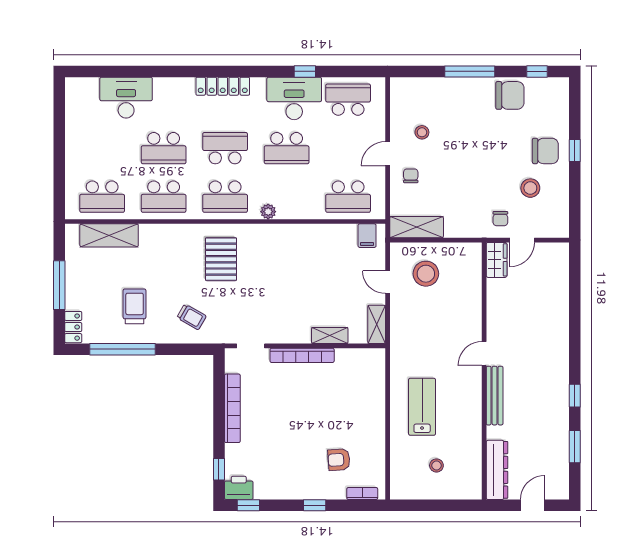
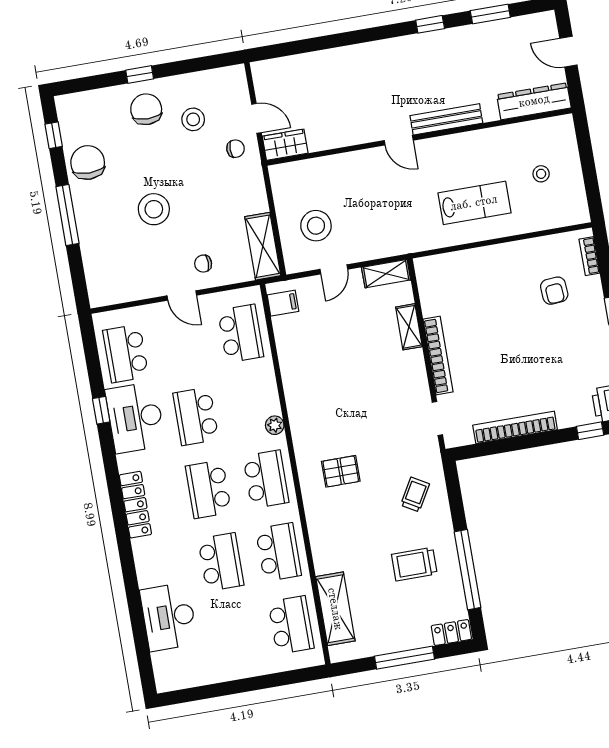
stool: (422, 132) -> (154, 209), moved, width x1.89, depth x1.89
school desk: (287, 148) -> (196, 416), turned 180
pallet: (221, 259) -> (341, 471), width x0.67, depth x0.71
lab bench: (422, 407) -> (474, 203), turned 180

